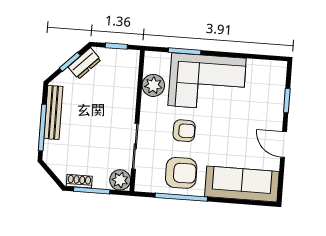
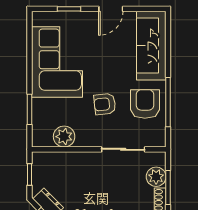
corner sofa: (207, 82) -> (57, 62), moved
armchair: (184, 131) -> (105, 104), turned -96
plant: (120, 180) -> (156, 177), moved

